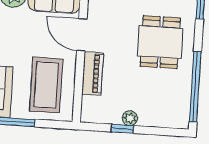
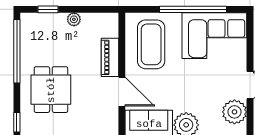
window: (122, 129) -> (48, 9), moved

